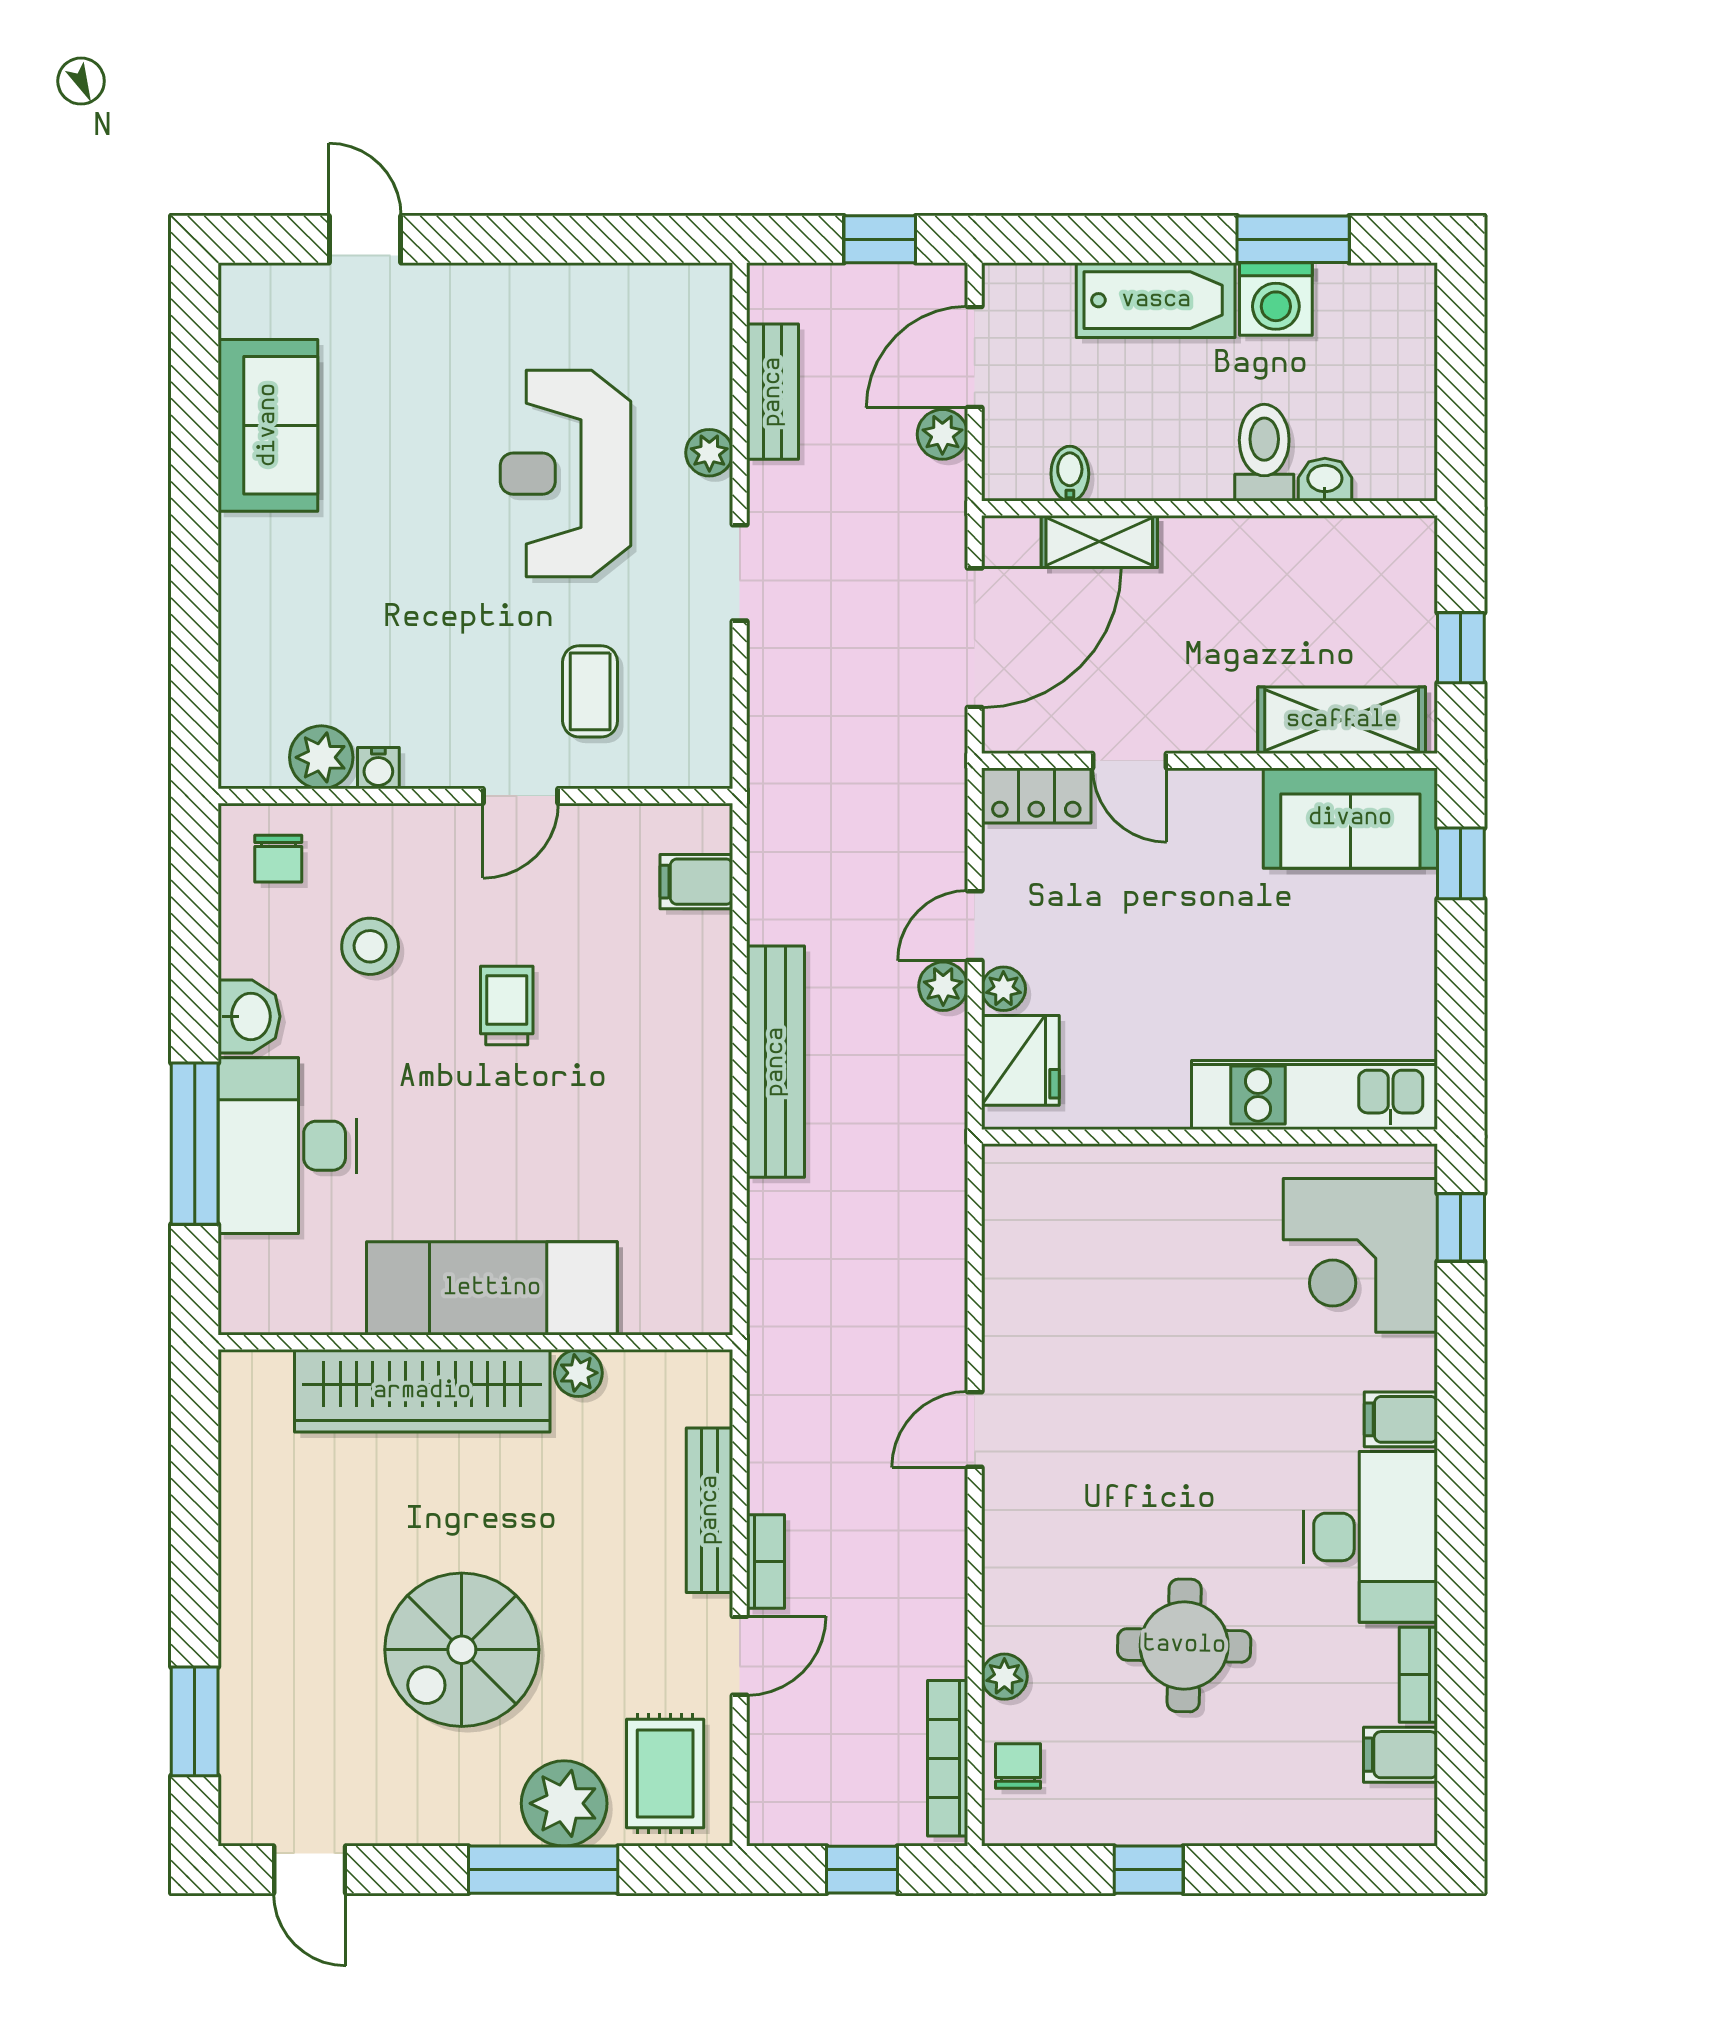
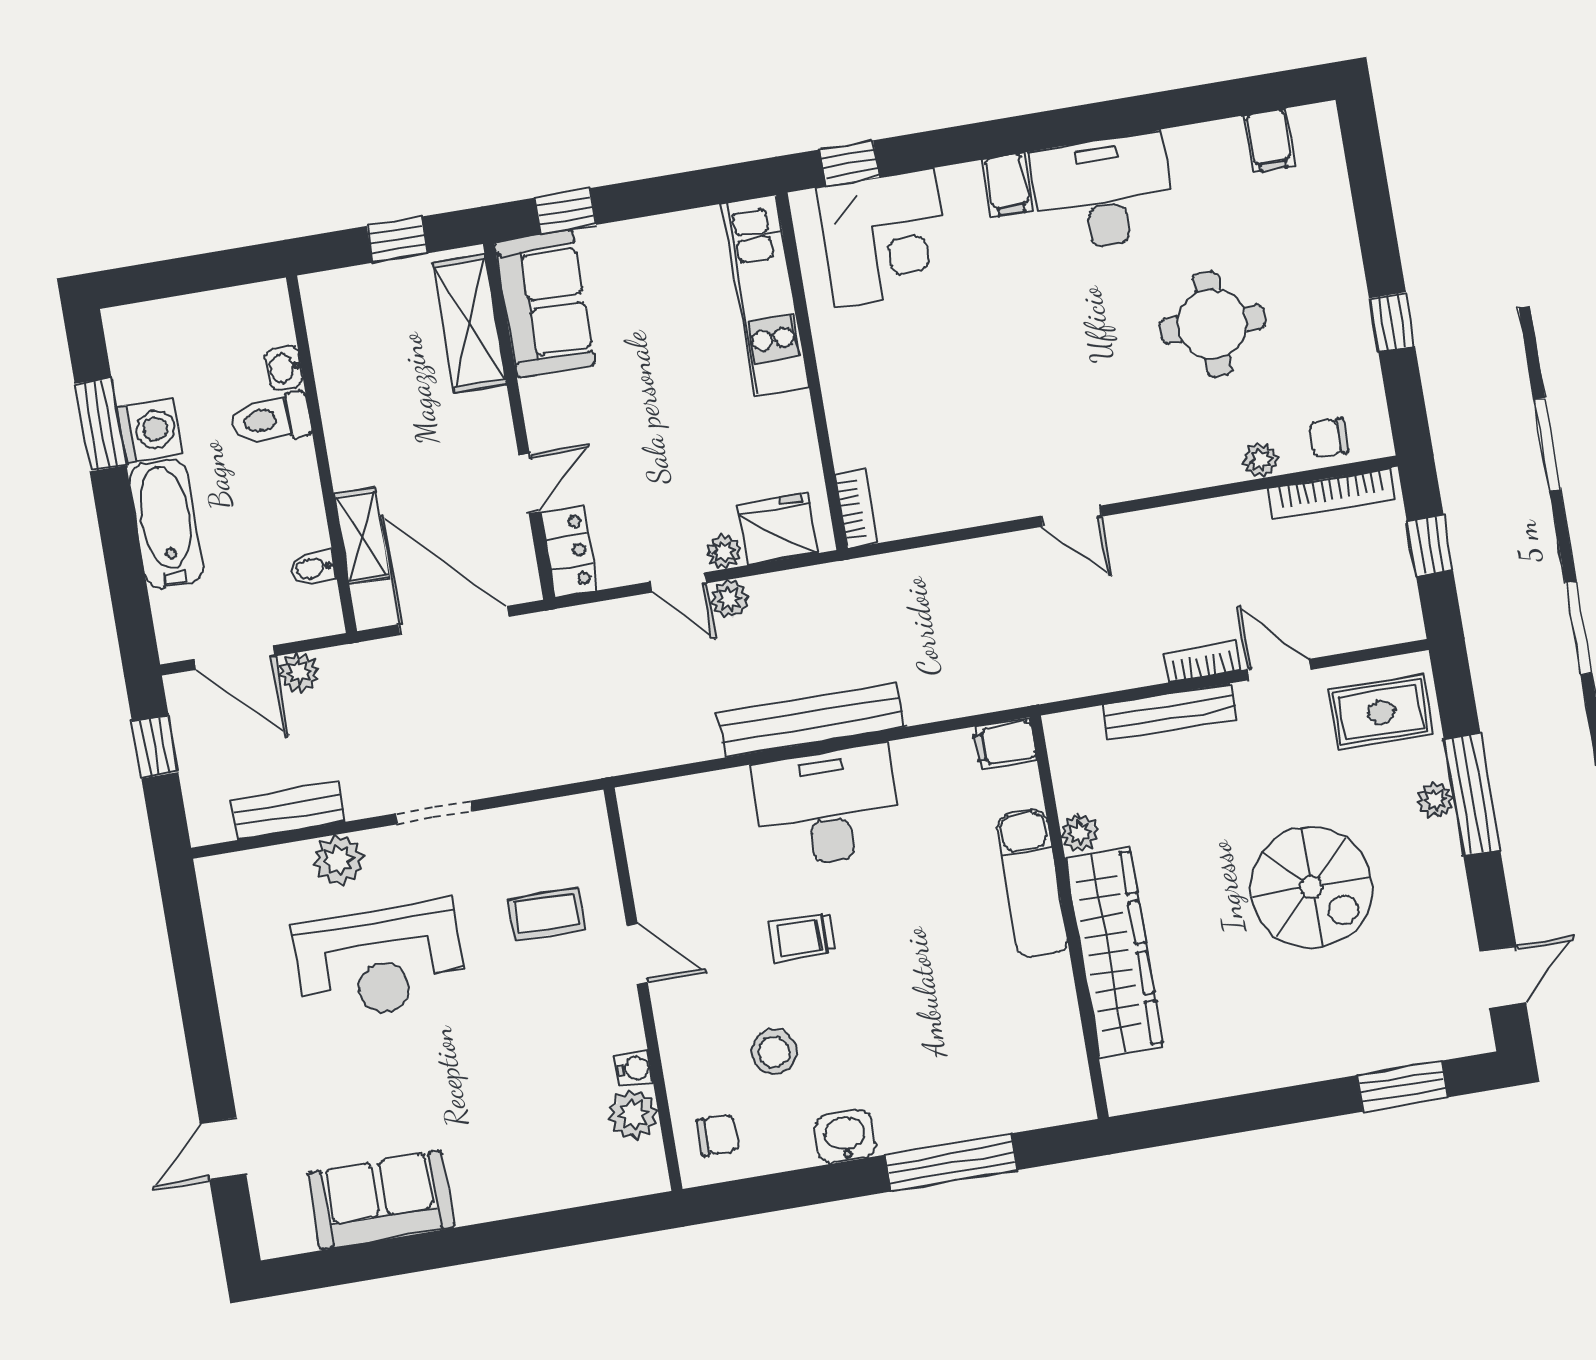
plant: (709, 453) -> (338, 860), width x1.38, depth x1.38
filing cabinet: (696, 882) -> (1005, 743), moved, turned 90
desk: (287, 1146) -> (827, 807), moved, turned 180
exam couch: (492, 1288) -> (1032, 883), width x0.73, depth x0.69
bookcase: (1418, 1675) -> (856, 509), moved, turned -90
plant: (564, 1803) -> (1436, 800), width x0.53, depth x0.53

